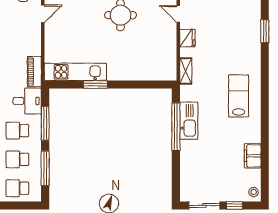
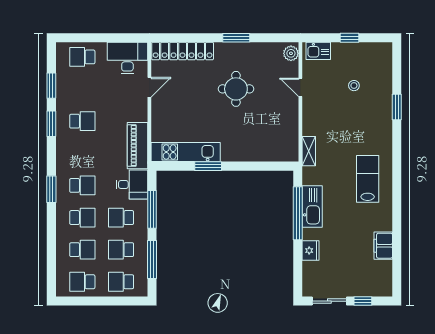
fridge: (187, 38) -> (311, 251), moved
piano: (34, 72) -> (137, 146), width x1.37, depth x1.33
stool: (254, 192) -> (354, 86), moved

